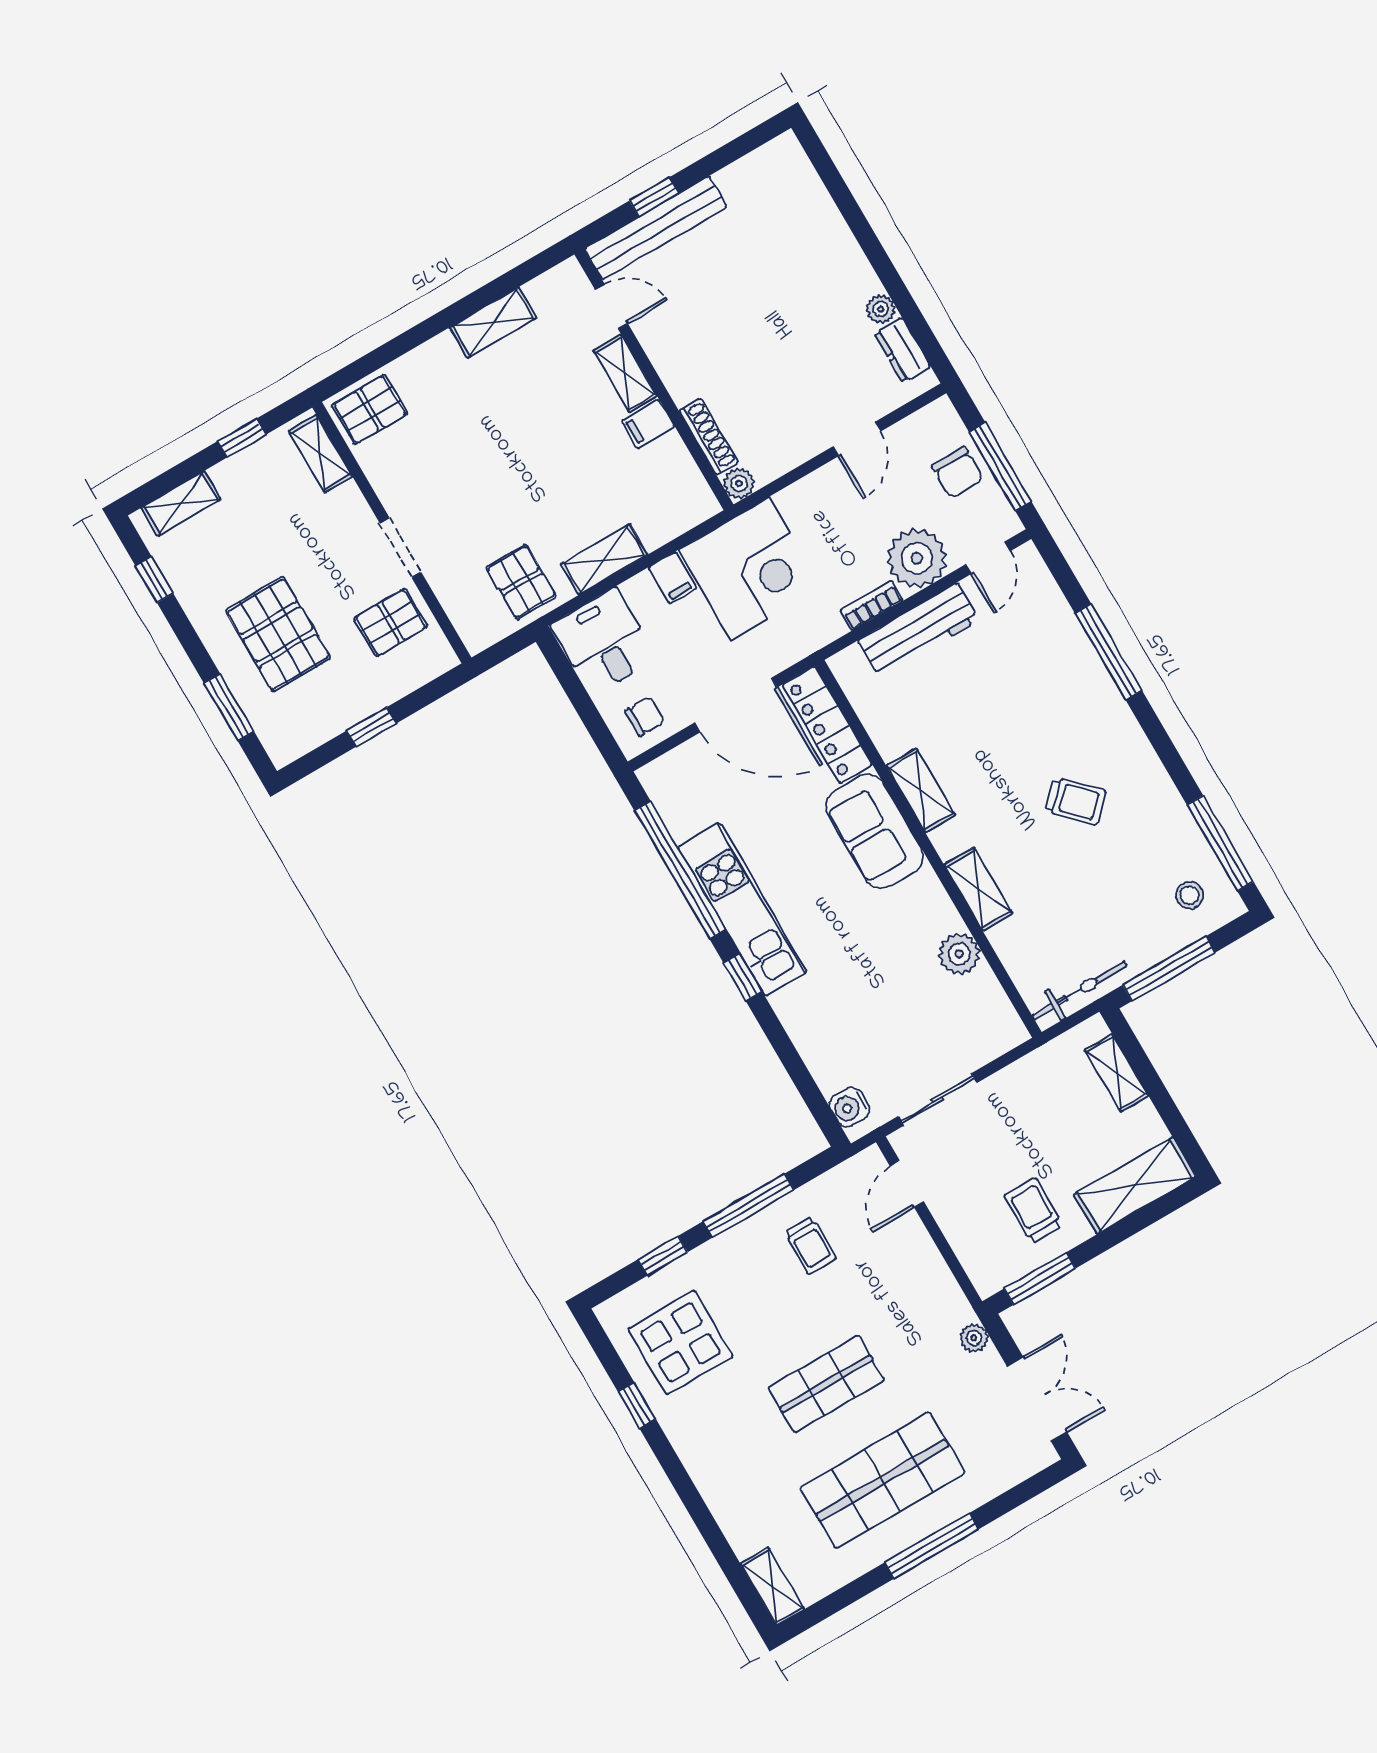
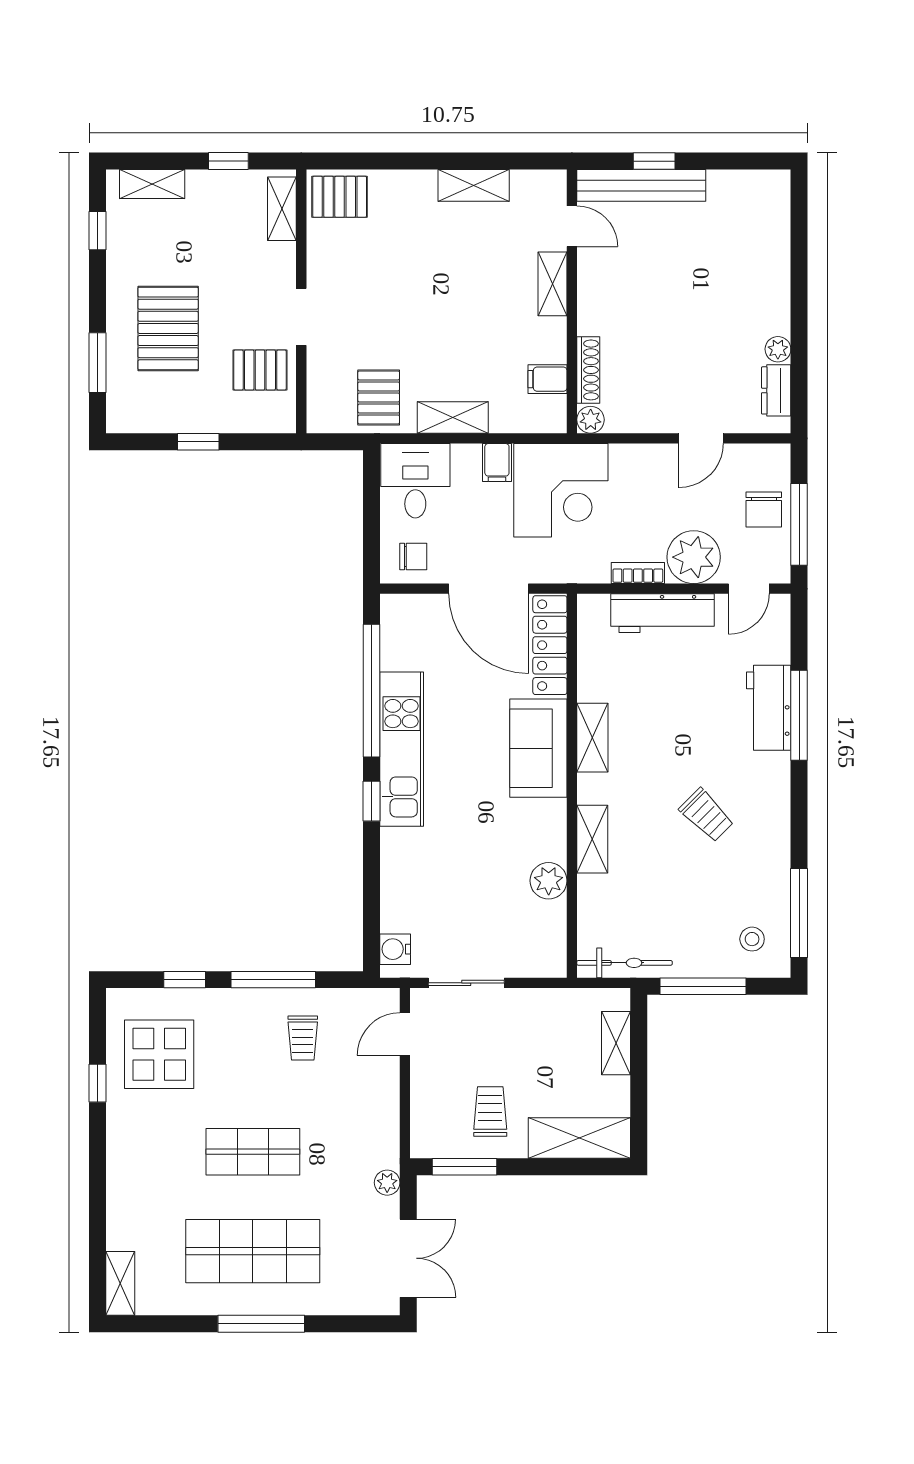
filing cabinet: (648, 424) -> (547, 379), moved
workbench: (1075, 662) -> (769, 708), added

